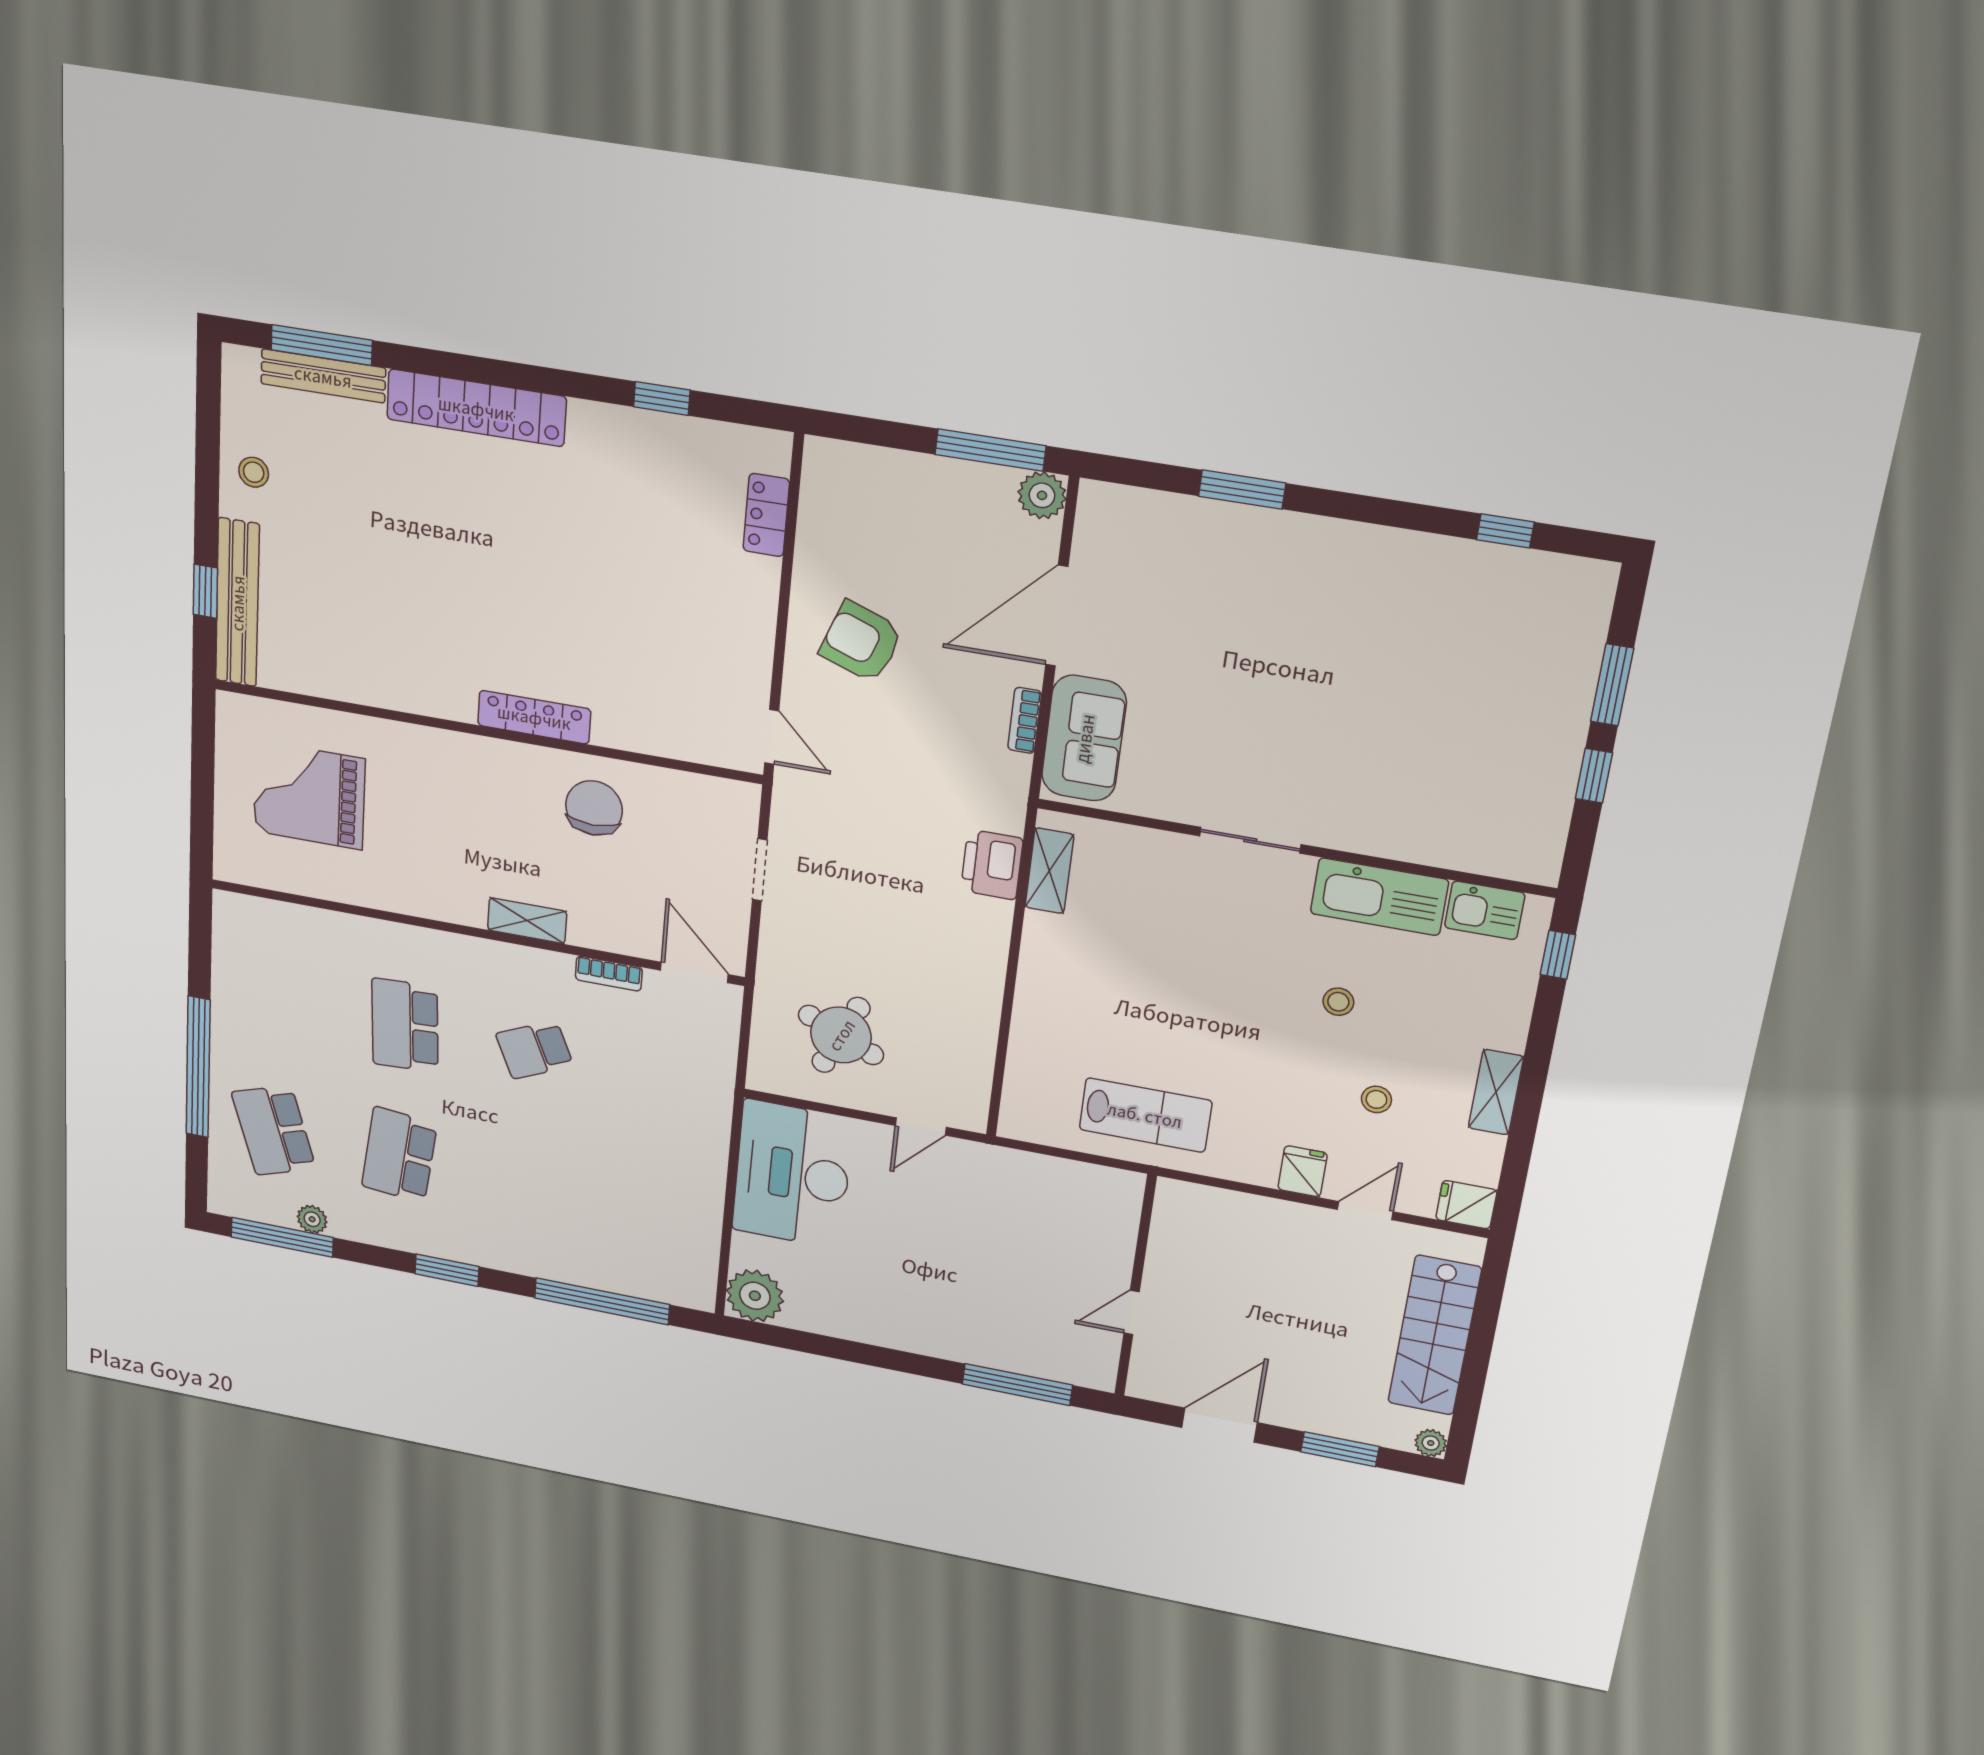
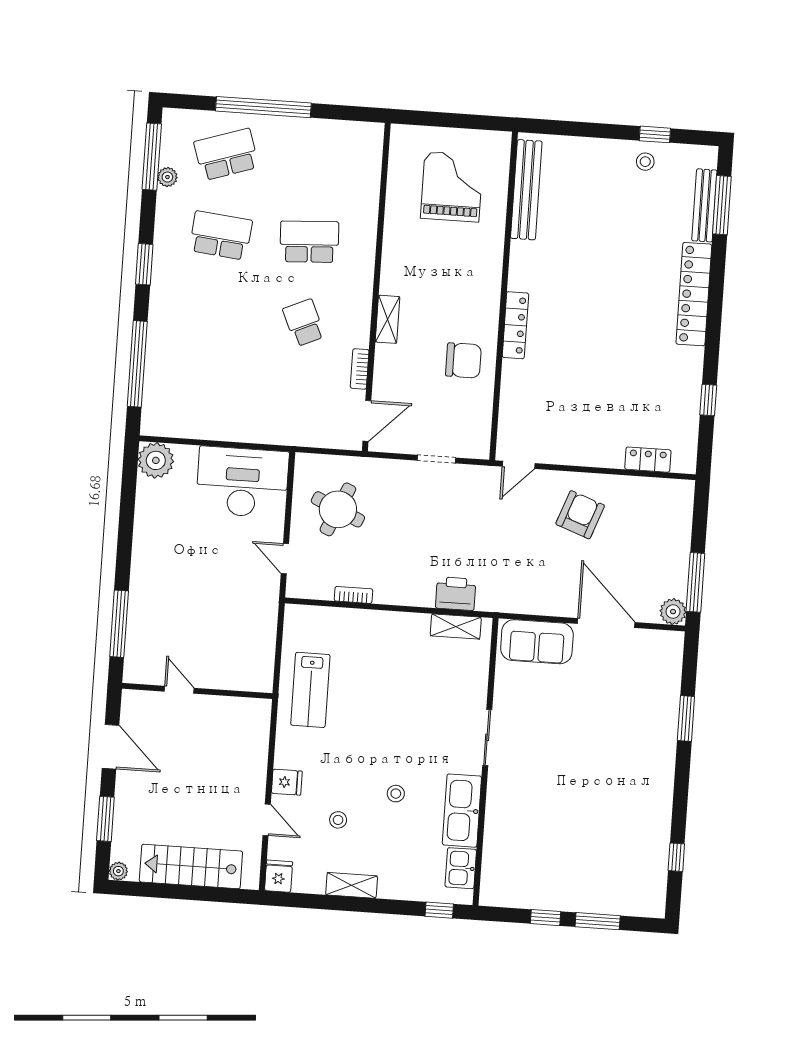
window: (205, 591) -> (655, 134), moved
bench: (237, 603) -> (526, 190), moved, turned 90
bookcase: (1025, 720) -> (353, 595), moved

